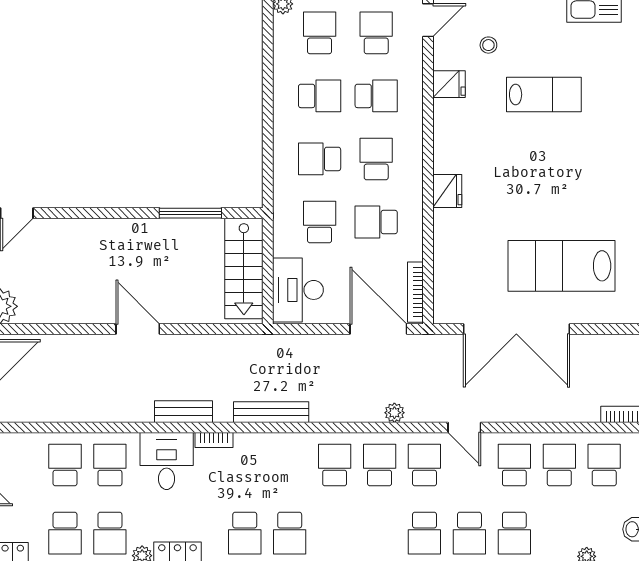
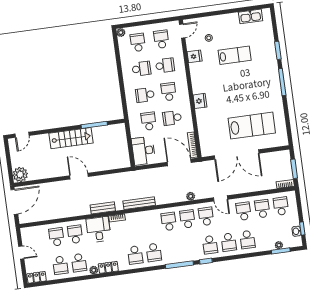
lab bench: (561, 266) -> (252, 126), turned 180
stairs: (244, 269) -> (71, 138), moved, turned -90

